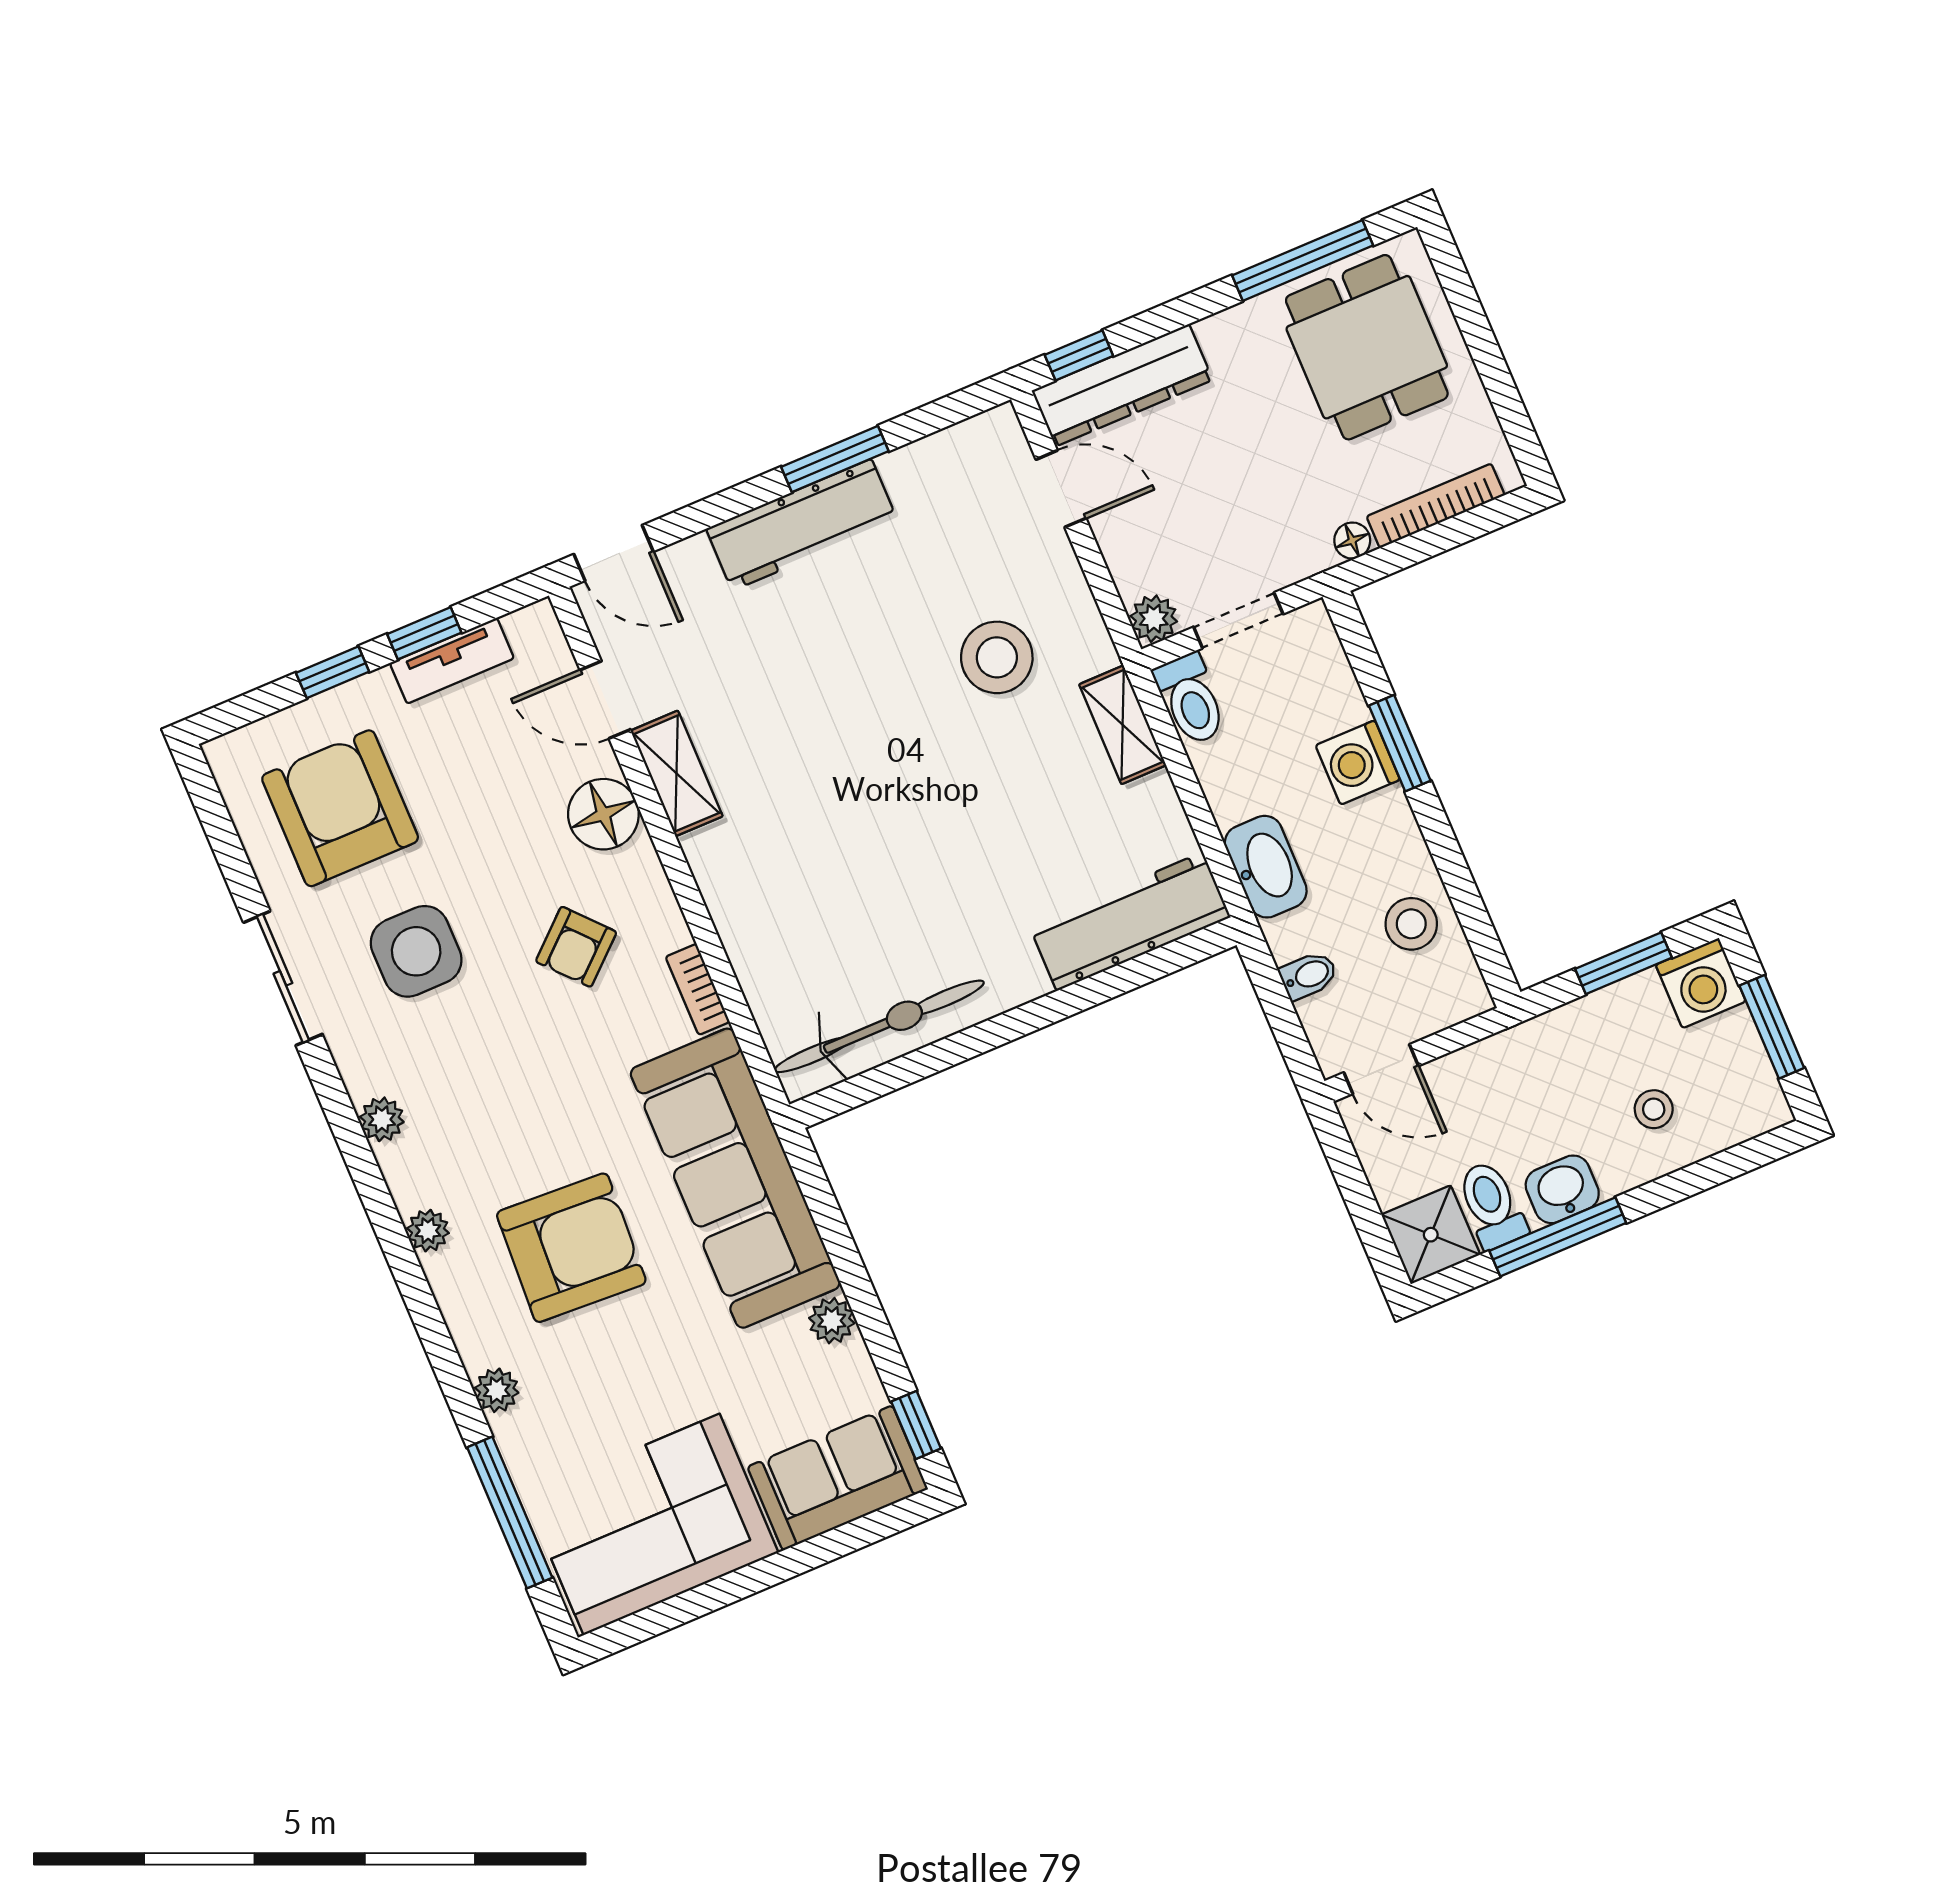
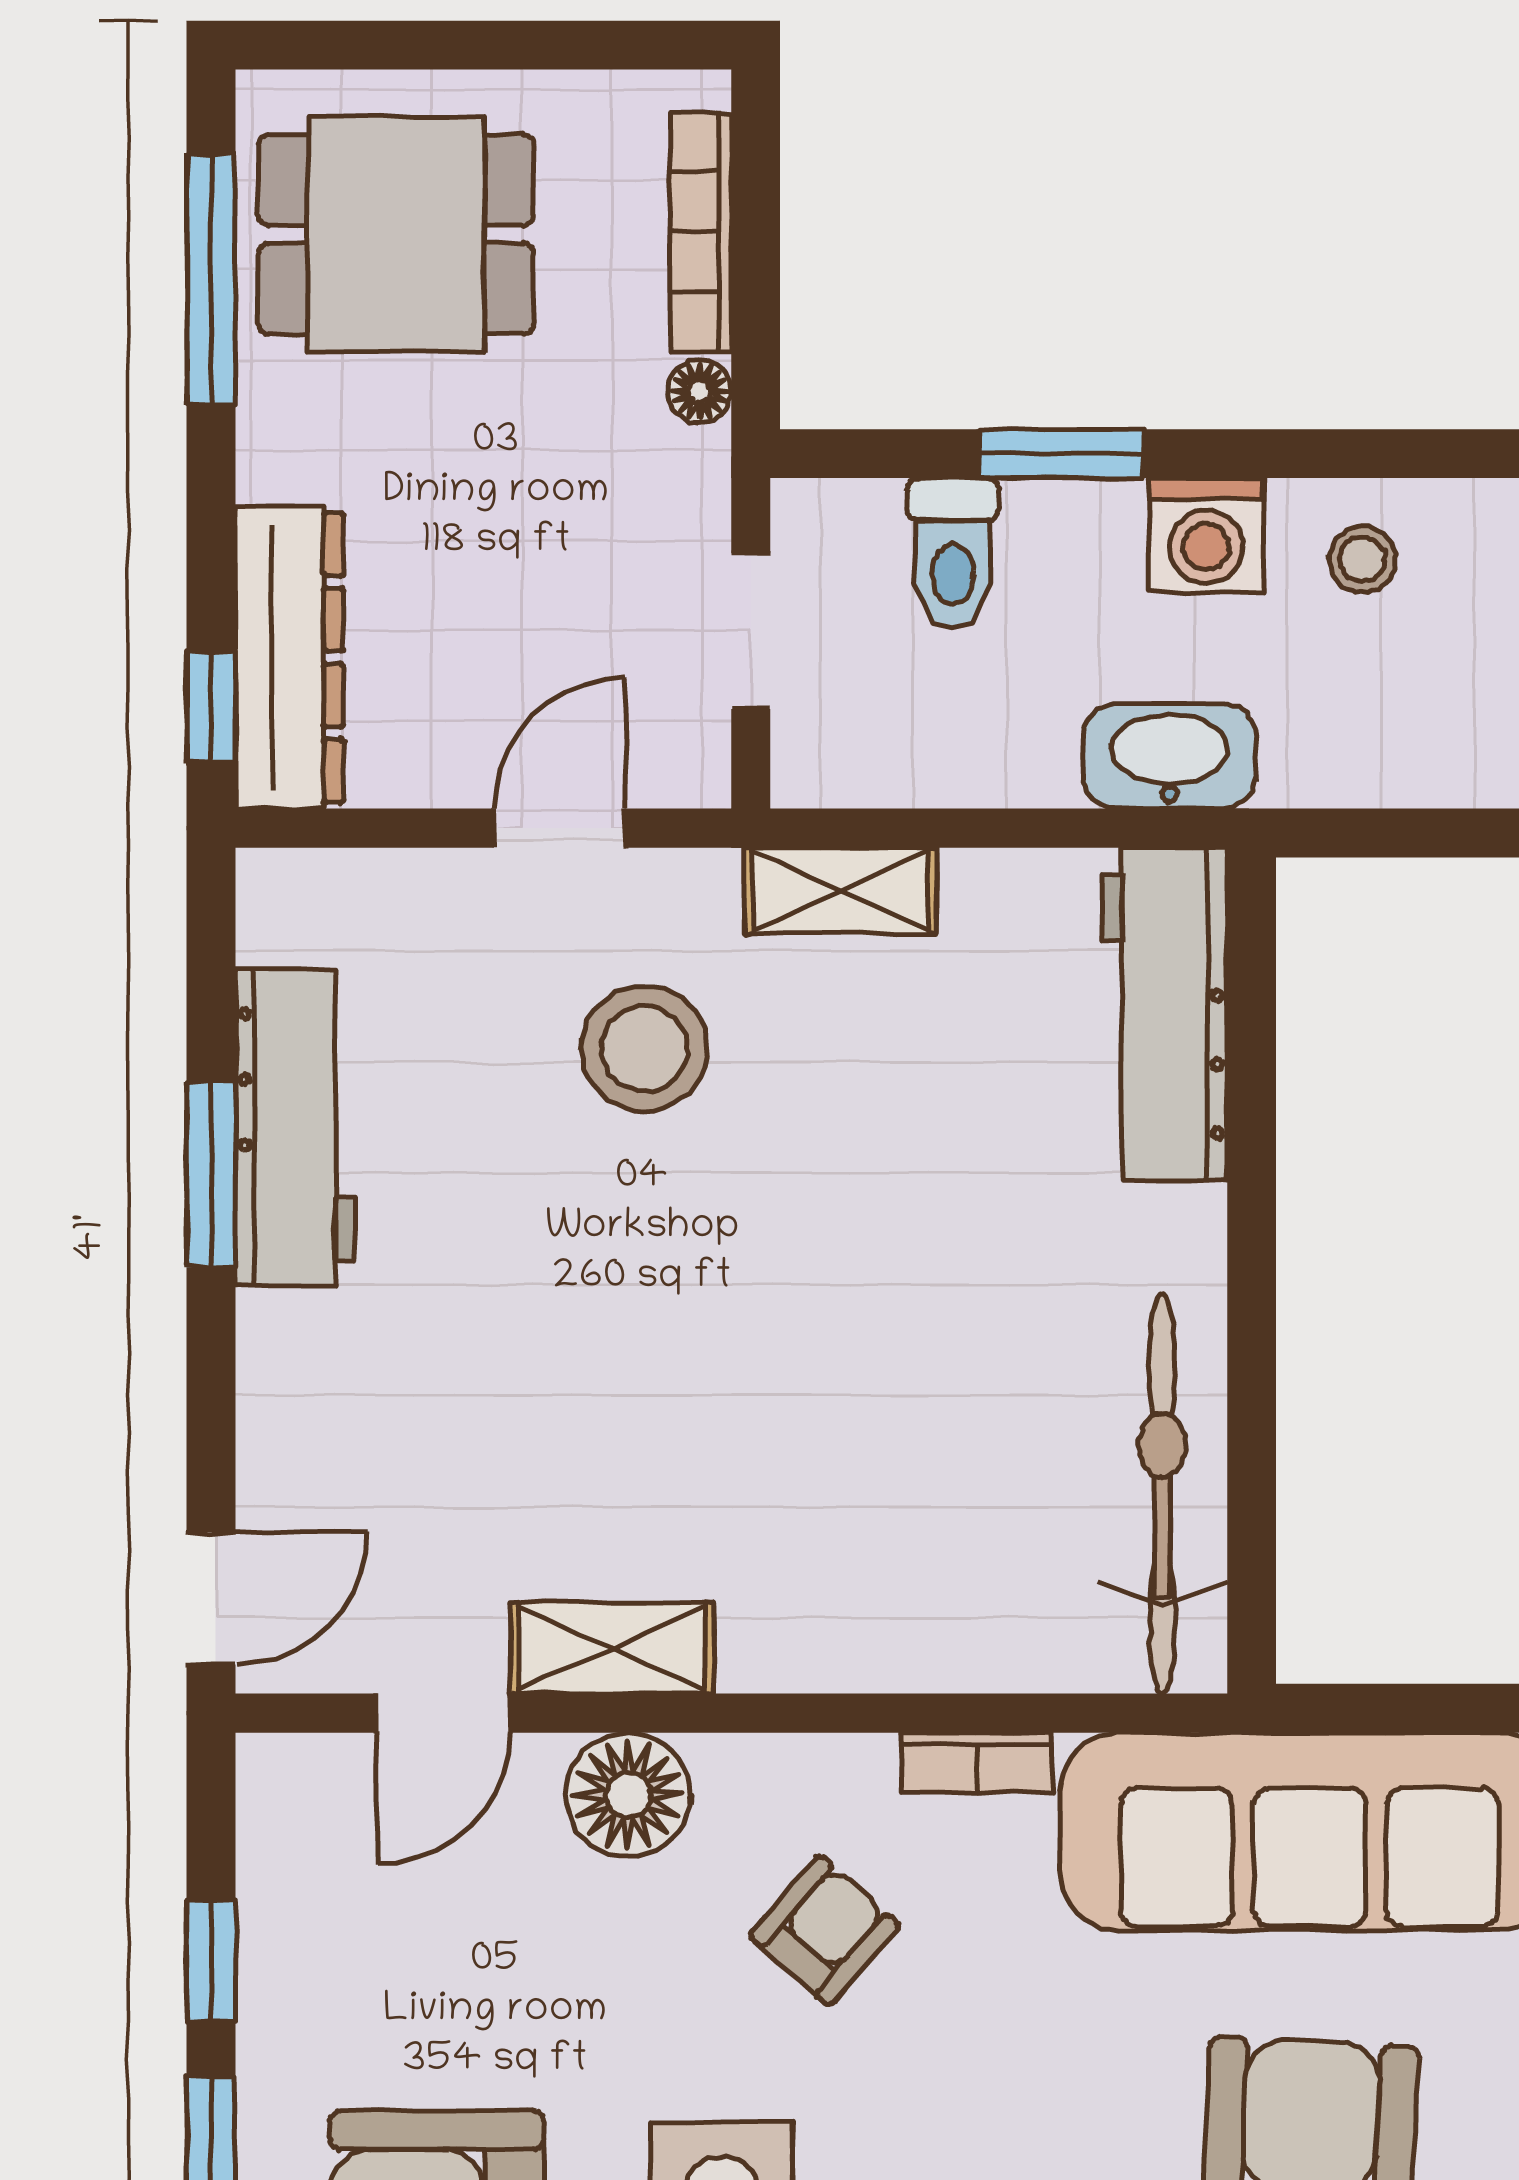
door: (1061, 489) -> (560, 828), moved
workbench: (802, 525) -> (295, 1127), moved
plant: (1154, 619) -> (690, 767), removed
tv unit: (452, 661) -> (275, 1935), removed
toilet: (1191, 699) -> (953, 554), moved, turned 90
washing machine: (1358, 763) -> (1206, 535), moved
stool: (1411, 924) -> (1362, 559), width x0.73, depth x0.73
armchair: (576, 947) -> (824, 1930), turned -97
bidet: (1309, 975) -> (1375, 762), removed

